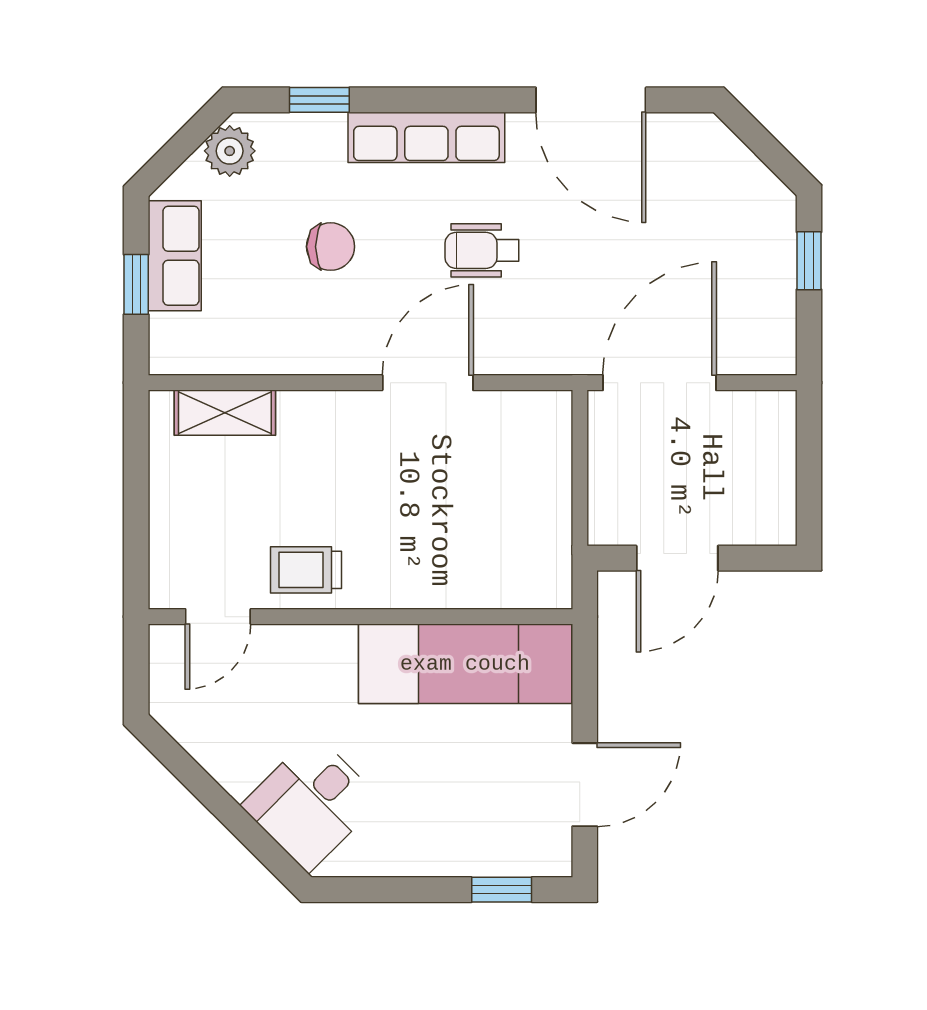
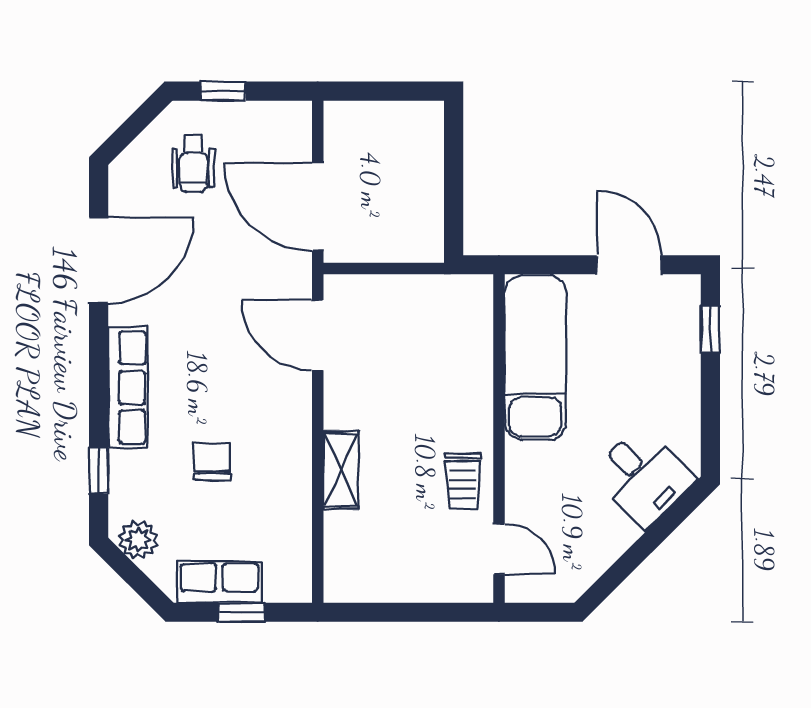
wheelchair: (482, 250) -> (193, 163), moved
door: (428, 383) -> (318, 335), moved
shelving: (225, 413) -> (341, 470), moved
door: (677, 558) -> (454, 193), removed

